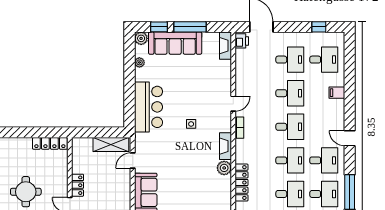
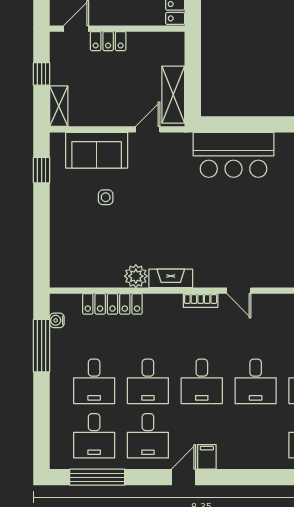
filing cabinet: (337, 93) -> (207, 457), moved
side table: (191, 124) -> (106, 197), moved
door: (133, 160) -> (148, 129), hinge flipped

